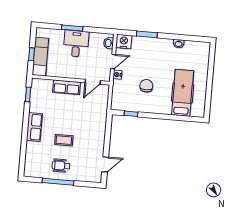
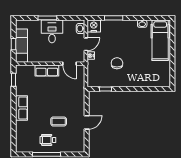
door: (93, 82) -> (70, 64), hinge flipped
hospital bed: (183, 93) -> (160, 40), moved, turned 180
coffee table: (64, 140) -> (59, 121), moved
door: (105, 164) -> (87, 122), moved

